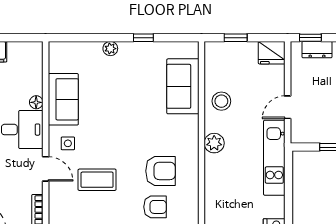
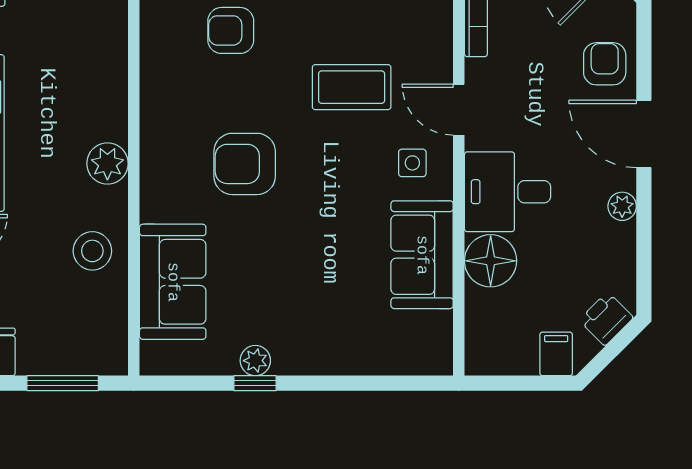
window: (236, 38) -> (63, 383), width x1.50
plant: (110, 49) -> (255, 361), moved
floor lamp: (36, 102) -> (491, 261), width x1.89, depth x1.89
armchair: (161, 171) -> (245, 164), moved

